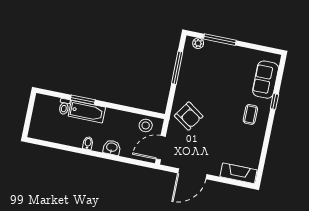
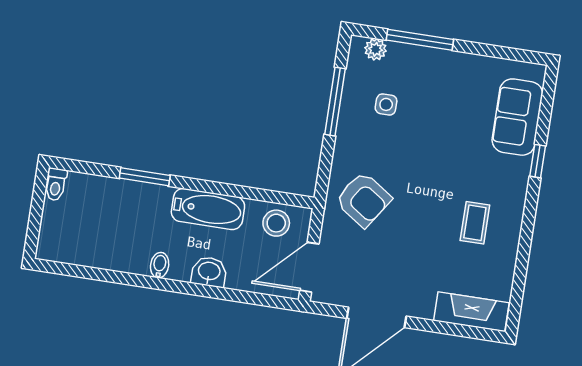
side table: (202, 70) -> (386, 104), added
toilet: (64, 107) -> (56, 184), moved
bathtub: (87, 112) -> (208, 209), moved
coffee table: (250, 114) -> (475, 223), moved

